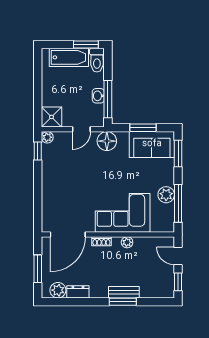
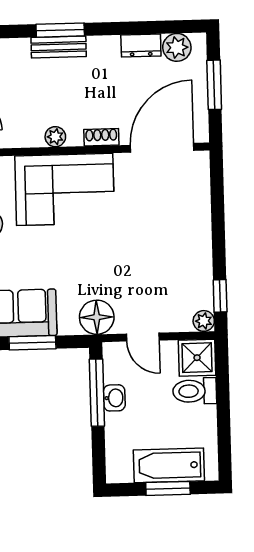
window: (86, 45) -> (168, 488), moved
toilet: (97, 60) -> (195, 391), moved, turned -90
door: (81, 129) -> (143, 337), swing flipped

